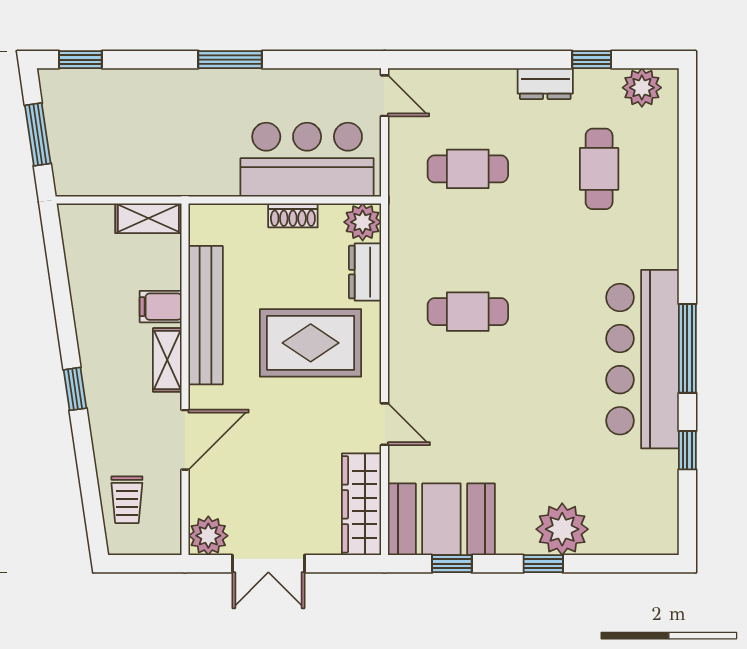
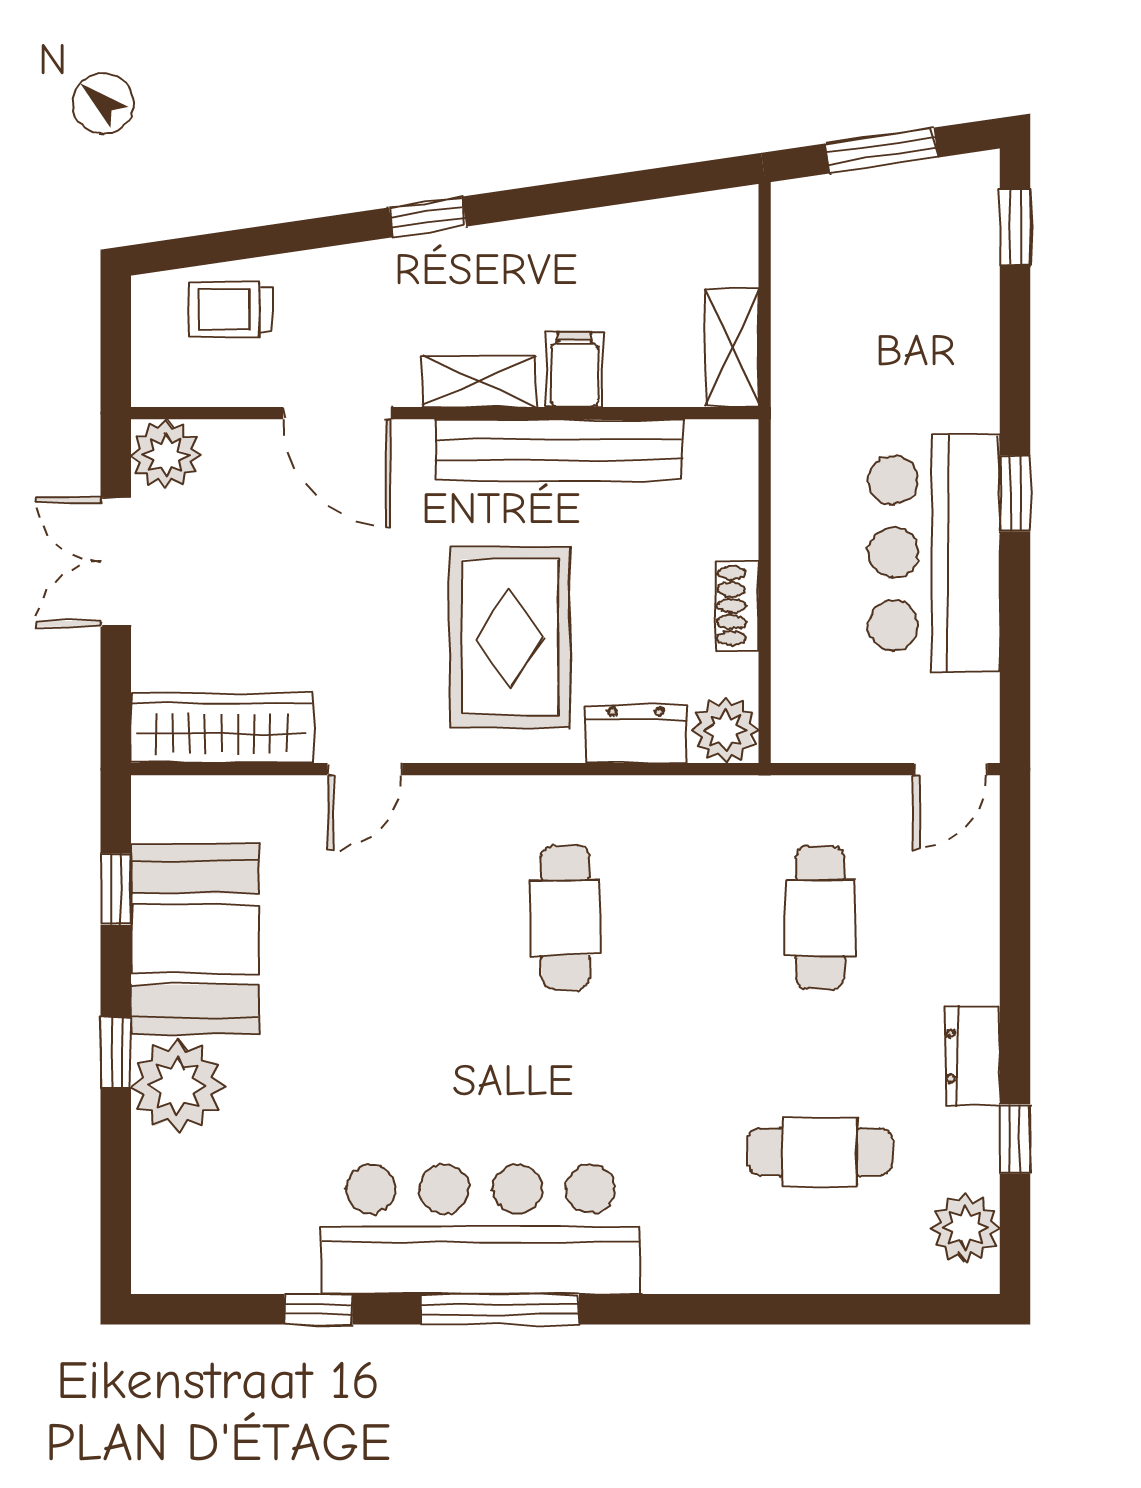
window: (230, 60) -> (1015, 494), width x0.67
bar counter: (307, 160) -> (934, 553), moved, turned 180
booth: (441, 519) -> (195, 939), moved

